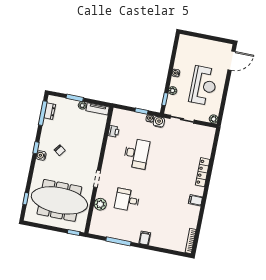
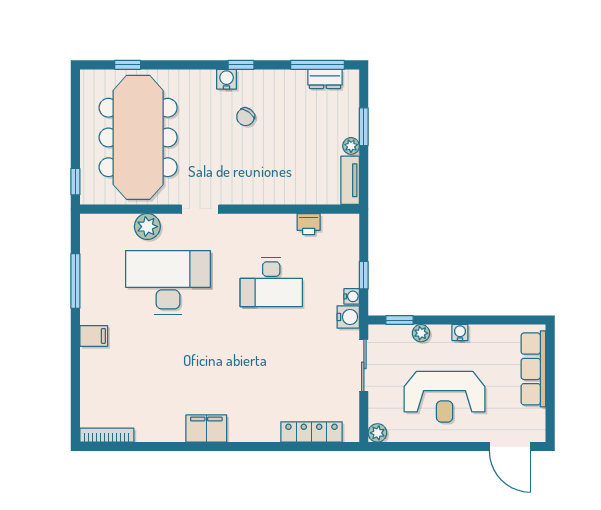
row of seats: (199, 43) -> (533, 369), added
locker: (203, 172) -> (311, 432), moved
desk: (127, 200) -> (168, 282), width x1.87, depth x1.30
filing cabinet: (196, 200) -> (206, 429), width x2.00

